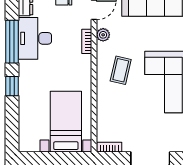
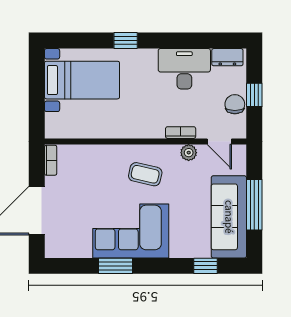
window: (12, 42) -> (180, 41), removed
bed with nightstands: (66, 122) -> (82, 80), moved

